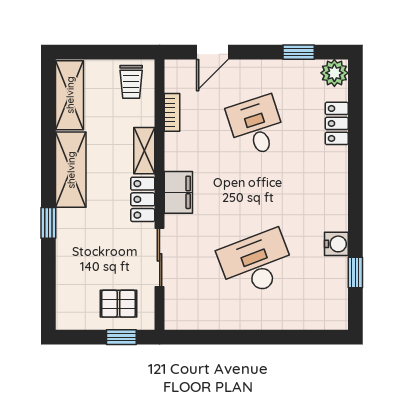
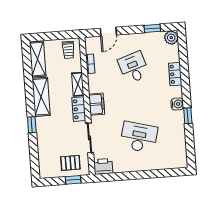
locker: (337, 123) -> (175, 74), moved
water cooler: (336, 244) -> (177, 104), moved
desk: (256, 263) -> (139, 137), turned 36
window: (355, 272) -> (188, 116), moved
printer: (182, 315) -> (103, 166), added

